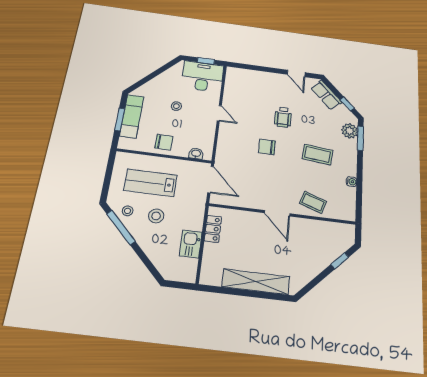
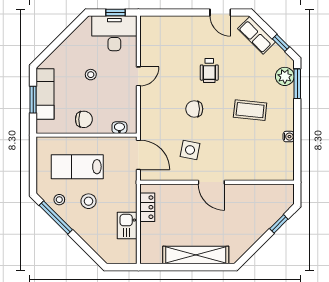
door: (219, 113) -> (138, 76), hinge flipped
side table: (260, 182) -> (190, 150), added
coffee table: (313, 202) -> (248, 165), removed

